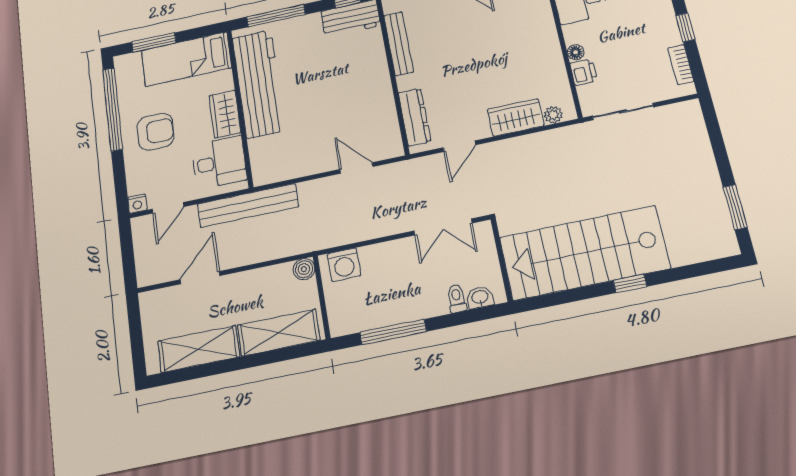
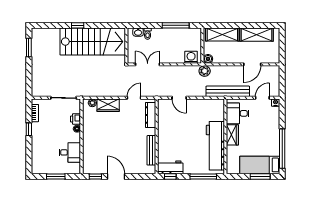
bed: (186, 59) -> (260, 165), moved, turned 180
armchair: (156, 132) -> (264, 134), removed
plant: (308, 240) -> (205, 71), added

